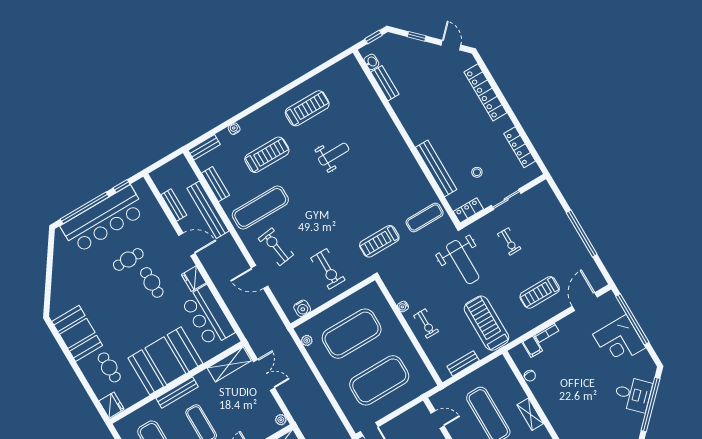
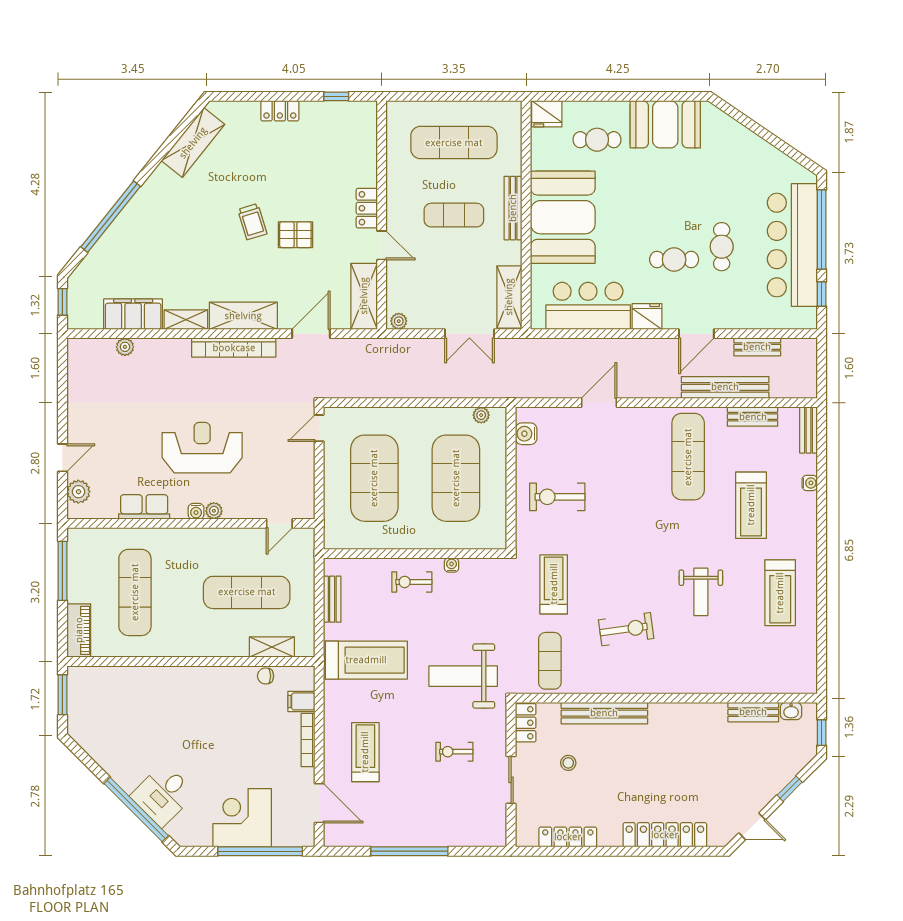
exercise bike: (276, 247) -> (626, 629), moved
bookcase: (547, 333) -> (308, 740), width x1.56
shelving: (530, 414) -> (272, 647), moved

